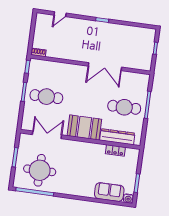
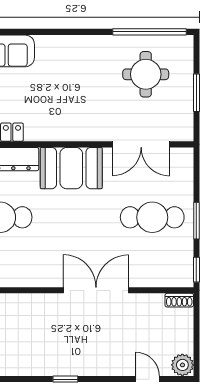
door: (60, 14) -> (148, 379), hinge flipped
plant: (41, 19) -> (182, 365), added
double door: (105, 67) -> (96, 290), moved
round table: (40, 170) -> (146, 74), width x0.73, depth x0.73

